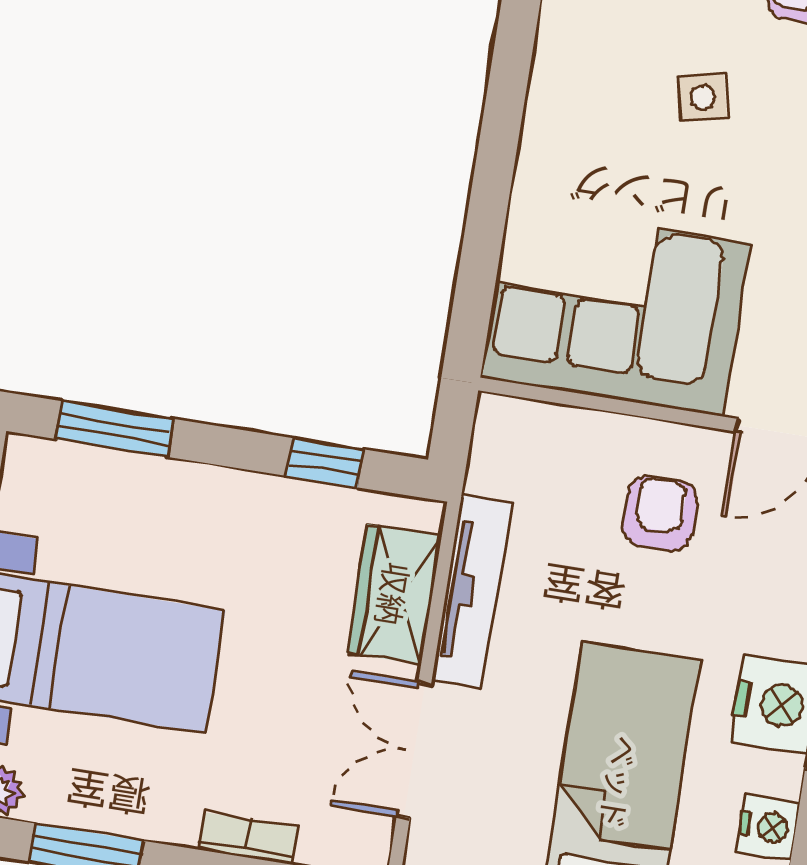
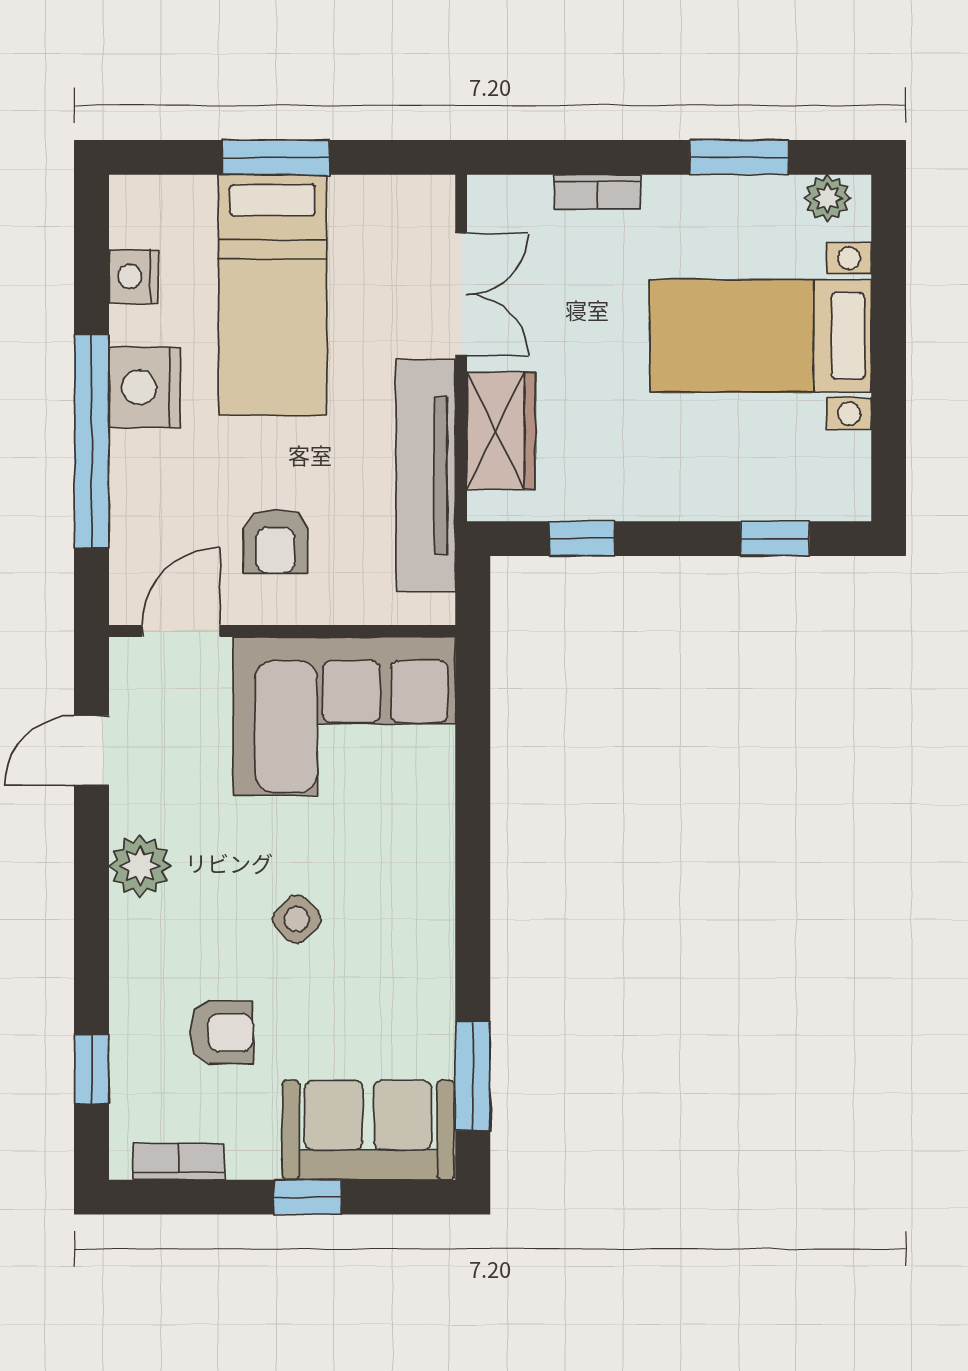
side table: (703, 97) -> (297, 919), turned -31
window: (114, 429) -> (775, 539), width x0.67
tv unit: (472, 591) -> (426, 476), width x1.36, depth x1.29

